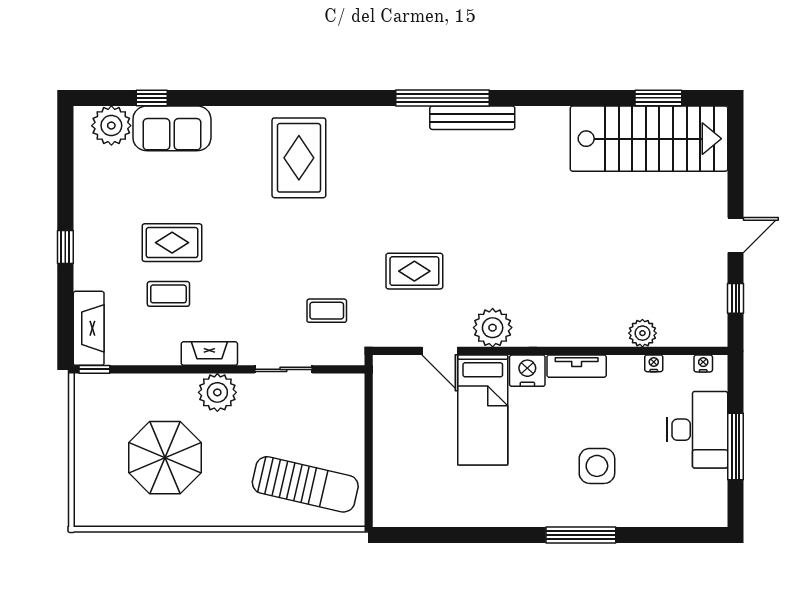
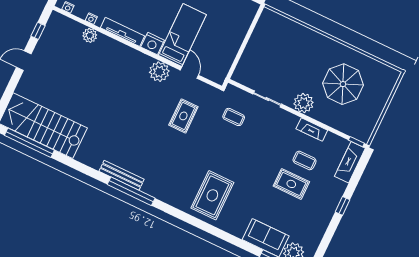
window: (658, 98) -> (29, 143), width x2.11
rug: (414, 271) -> (183, 116), turned 90
fireplace: (209, 354) -> (312, 129), moved
tv unit: (577, 366) -> (123, 32), width x1.41
sun lounger: (305, 484) -> (283, 40), removed

